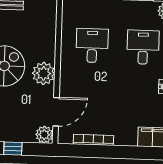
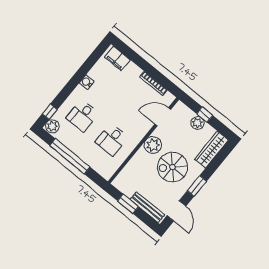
plant: (44, 135) -> (197, 123), moved

